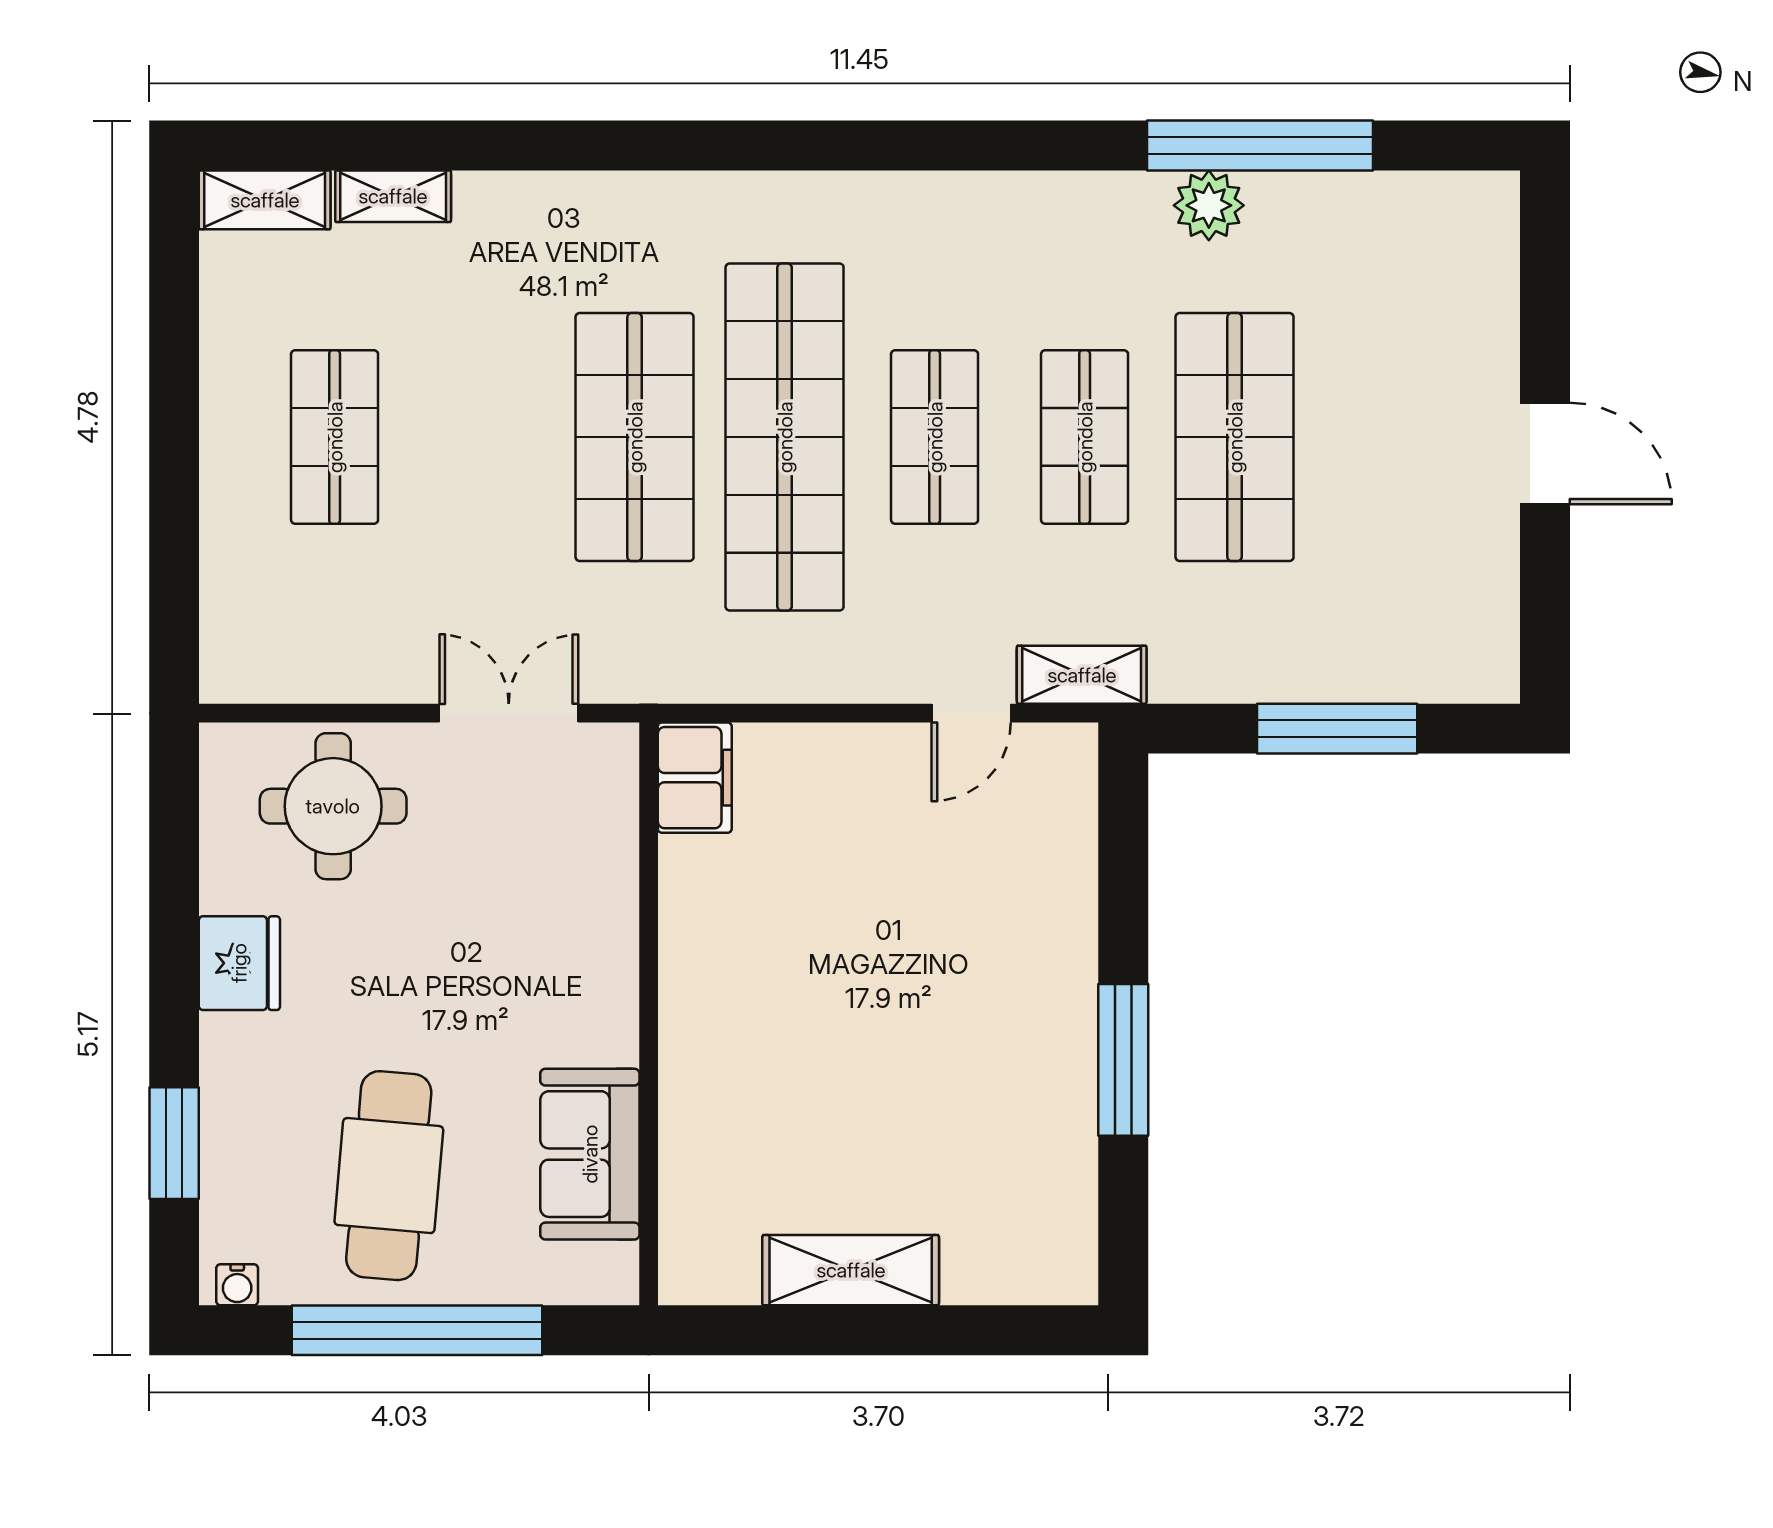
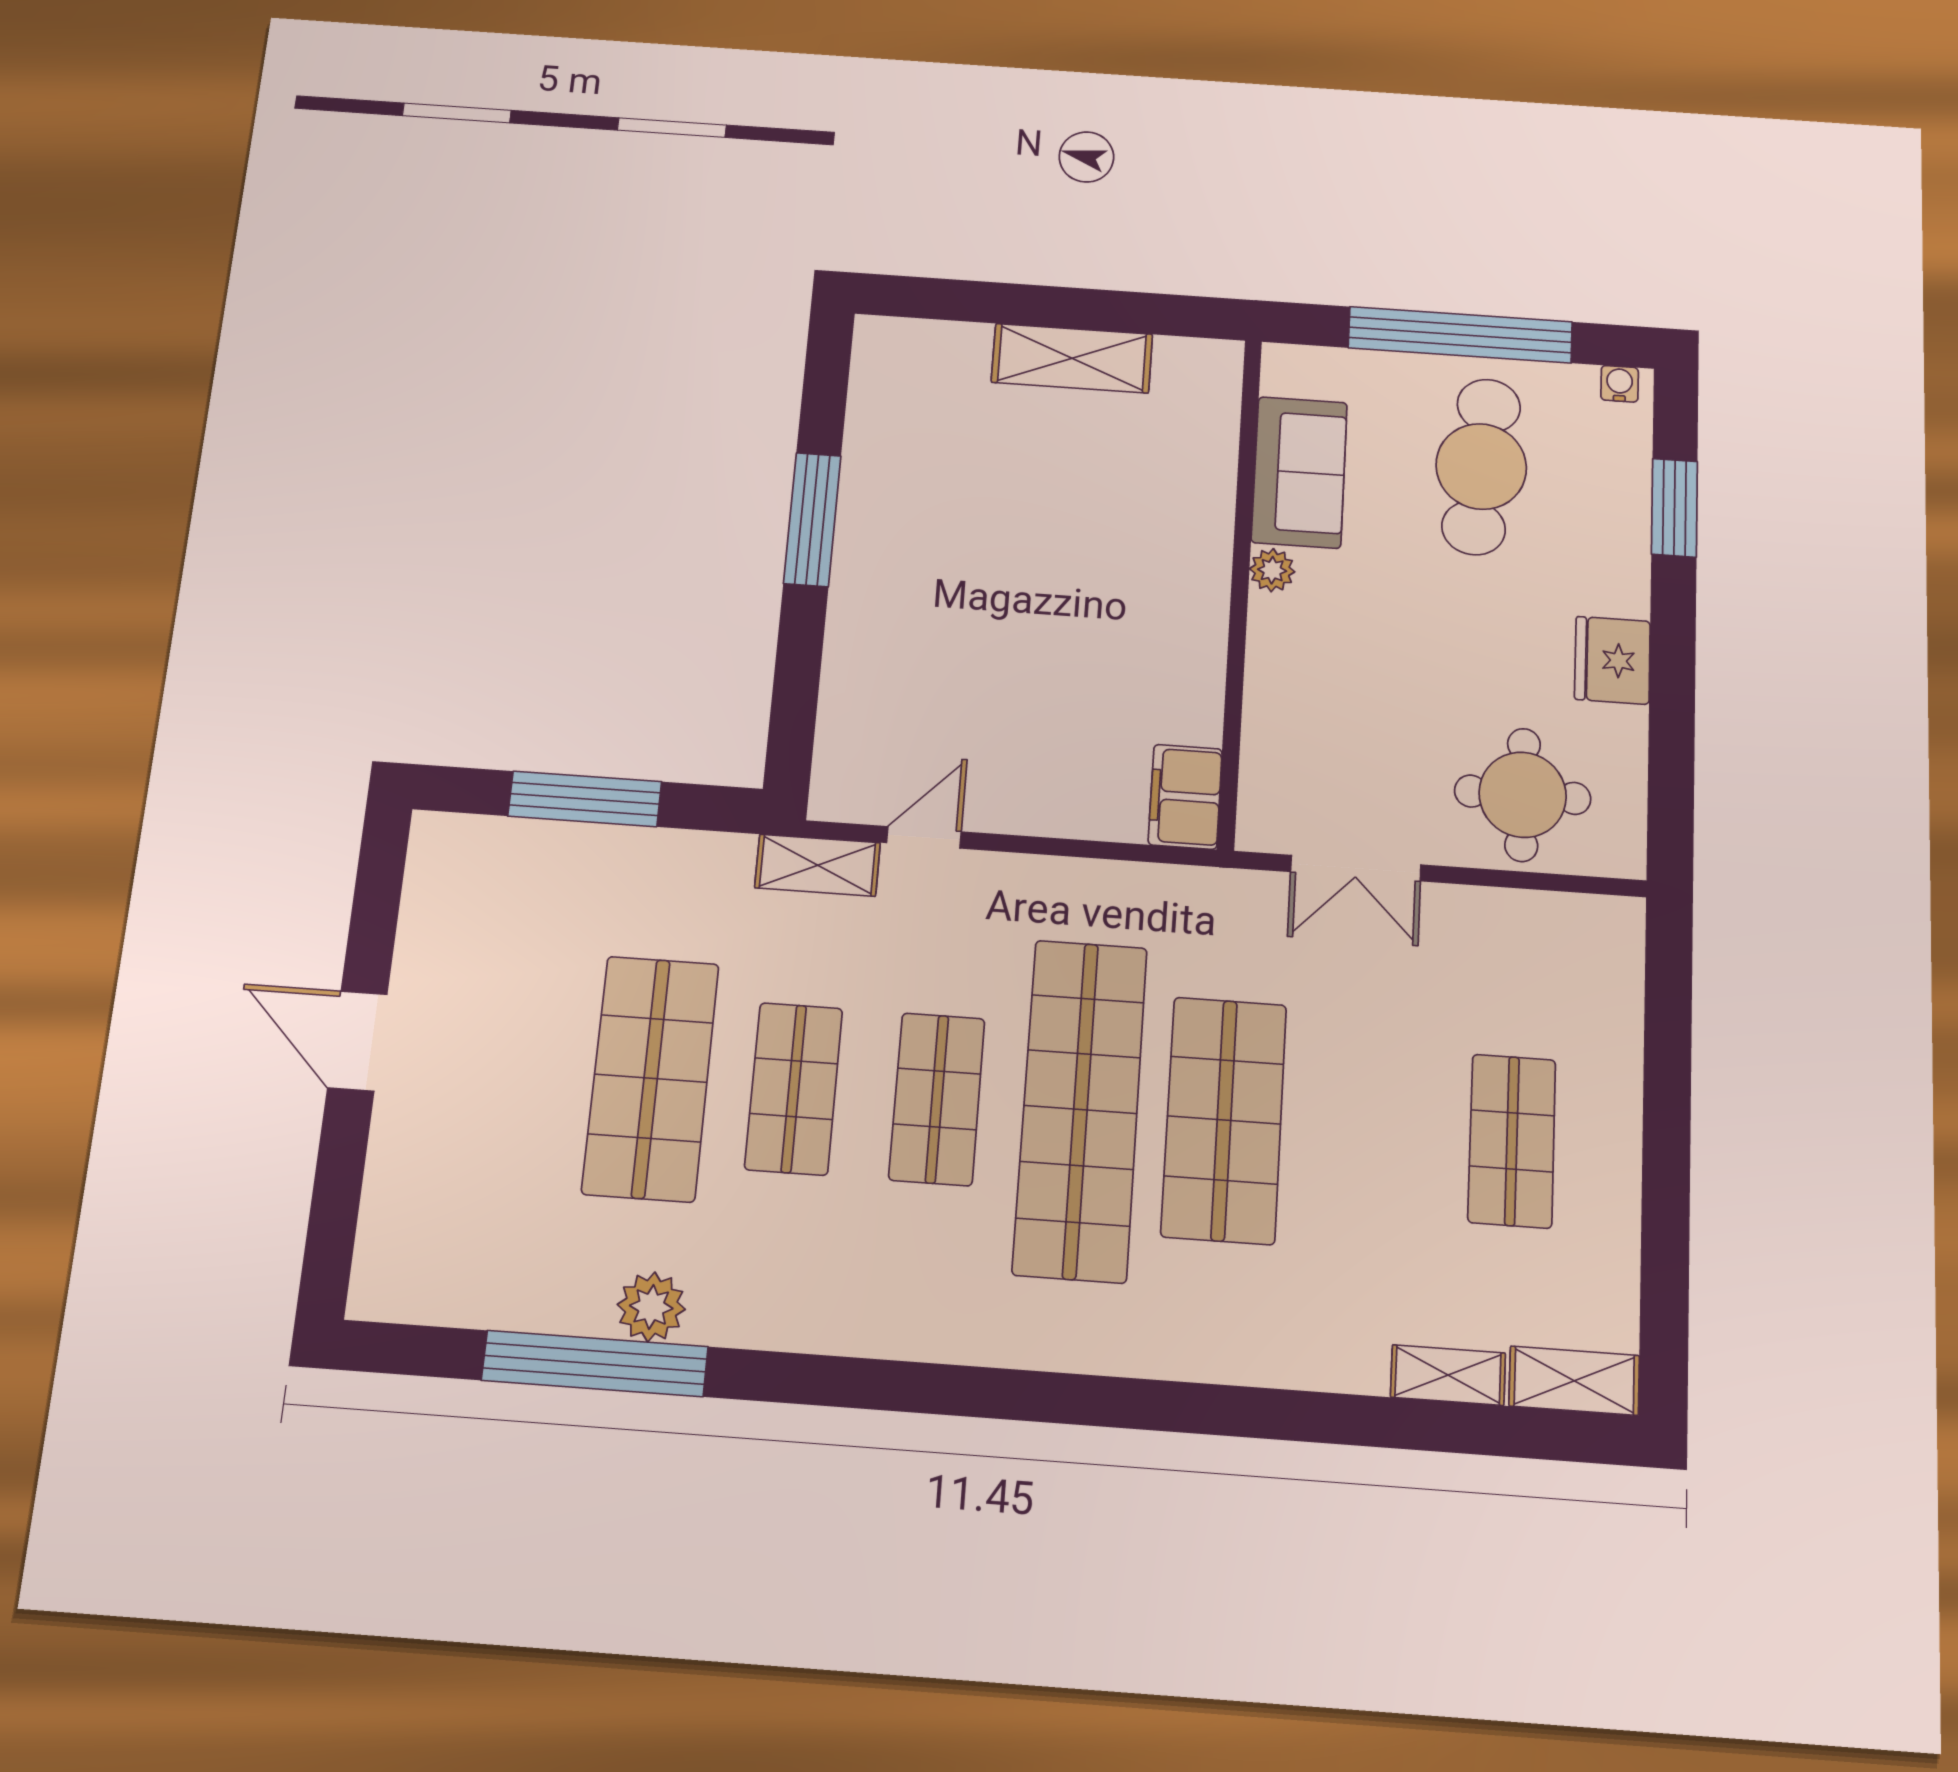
plant: (614, 1039) -> (1272, 570), added

